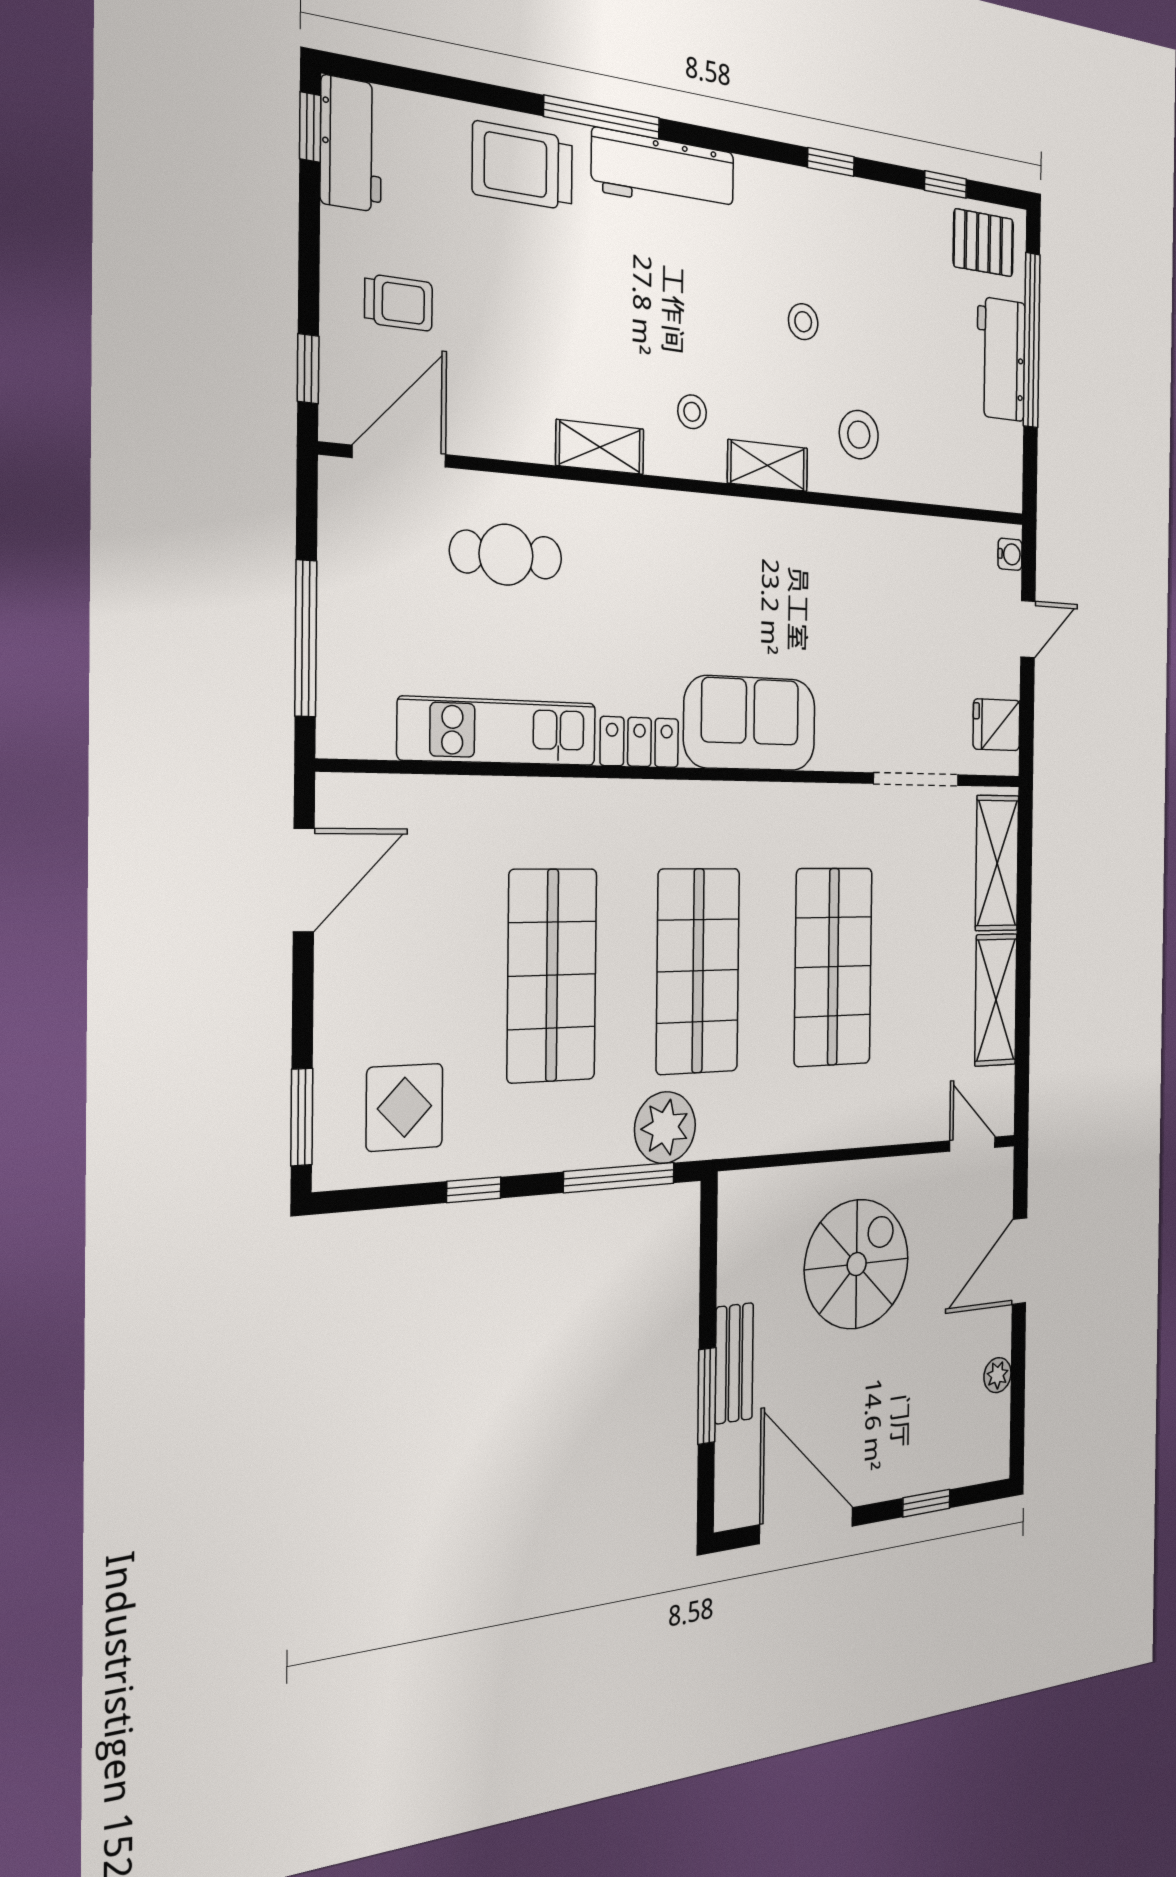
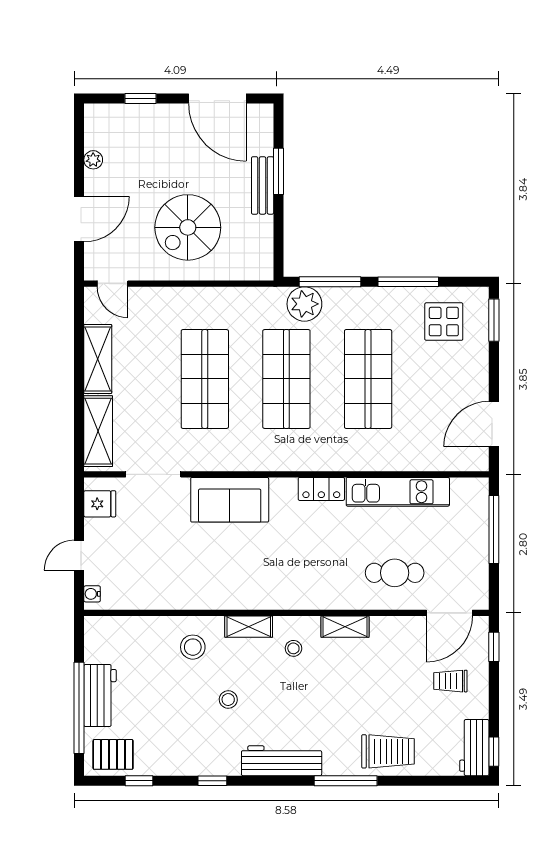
workbench: (663, 171) -> (282, 761), moved
sofa: (750, 723) -> (230, 500), moved
window: (474, 1190) -> (408, 282), width x2.17

